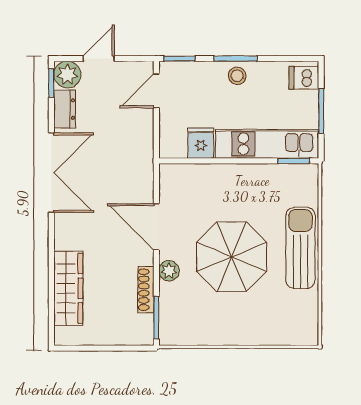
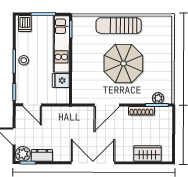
double door: (51, 173) -> (93, 163), moved
plant: (169, 271) -> (158, 98), moved
wardrobe: (68, 288) -> (147, 154), width x0.67

